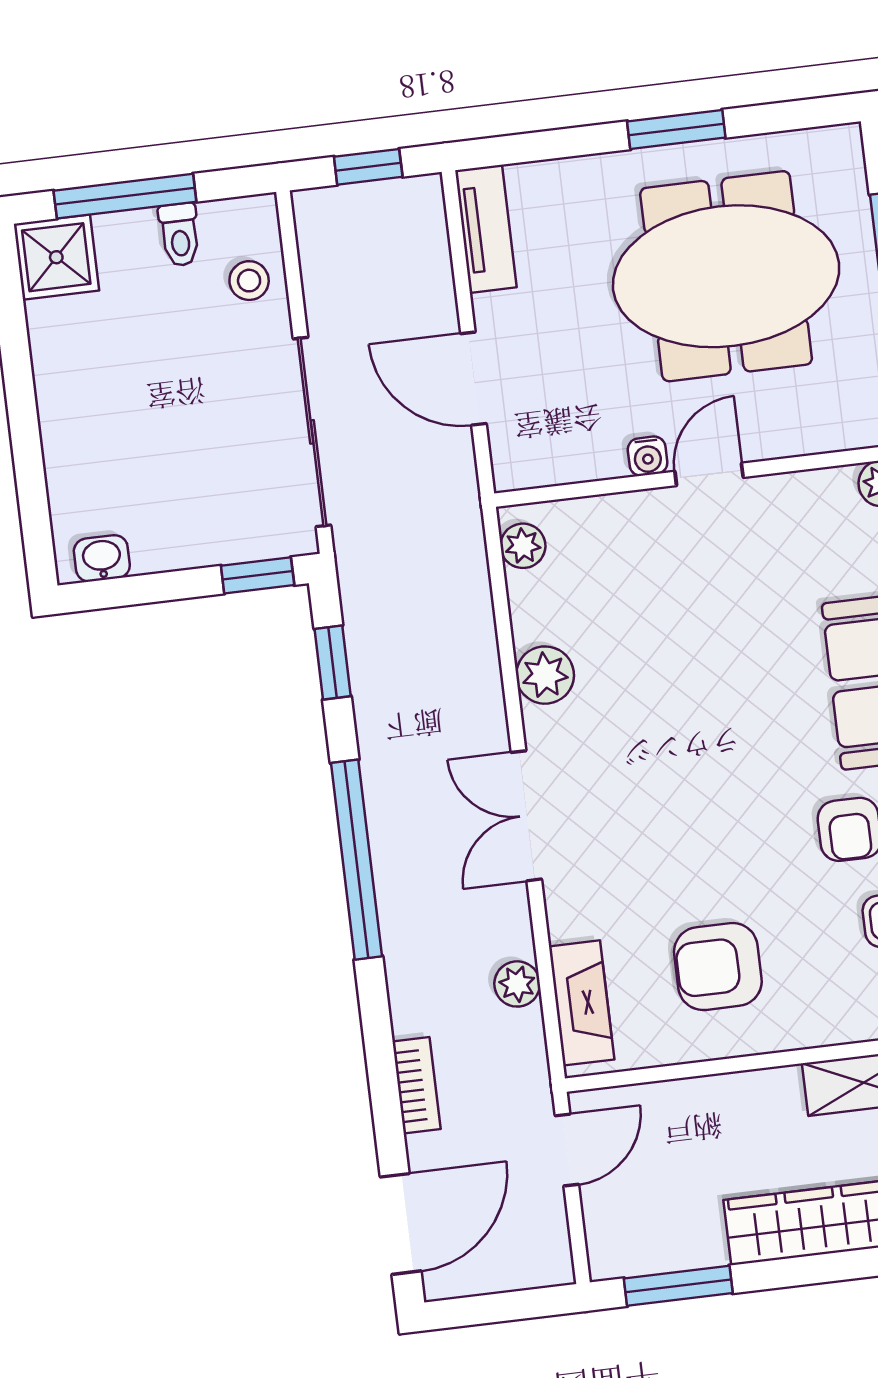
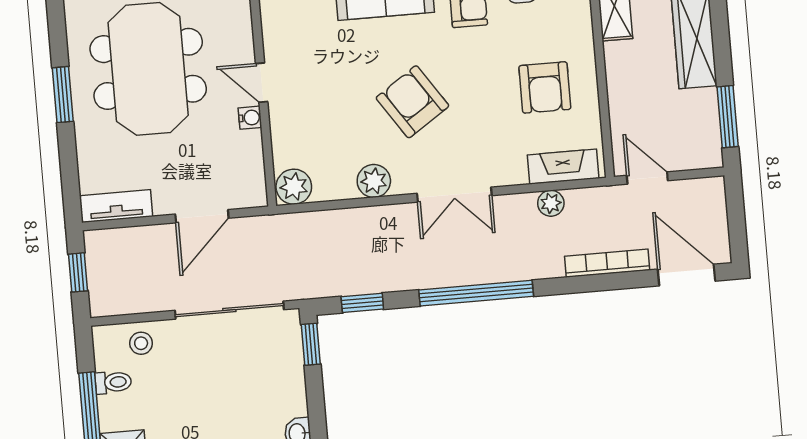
plant: (523, 546) -> (294, 187), width x1.38, depth x1.38
armchair: (685, 737) -> (412, 102), added
bookcase: (417, 1085) -> (607, 263), width x1.56

